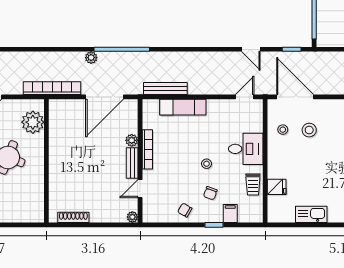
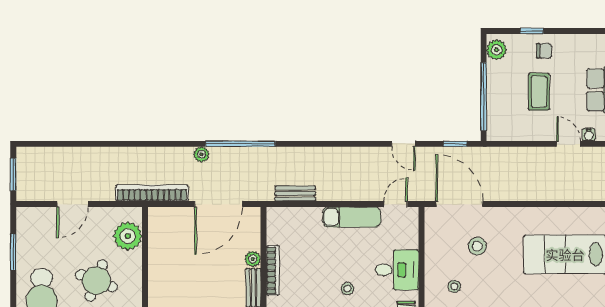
bench: (165, 89) -> (295, 194), width x0.73
exam couch: (183, 107) -> (352, 217), moved
stool: (283, 130) -> (454, 286), moved

